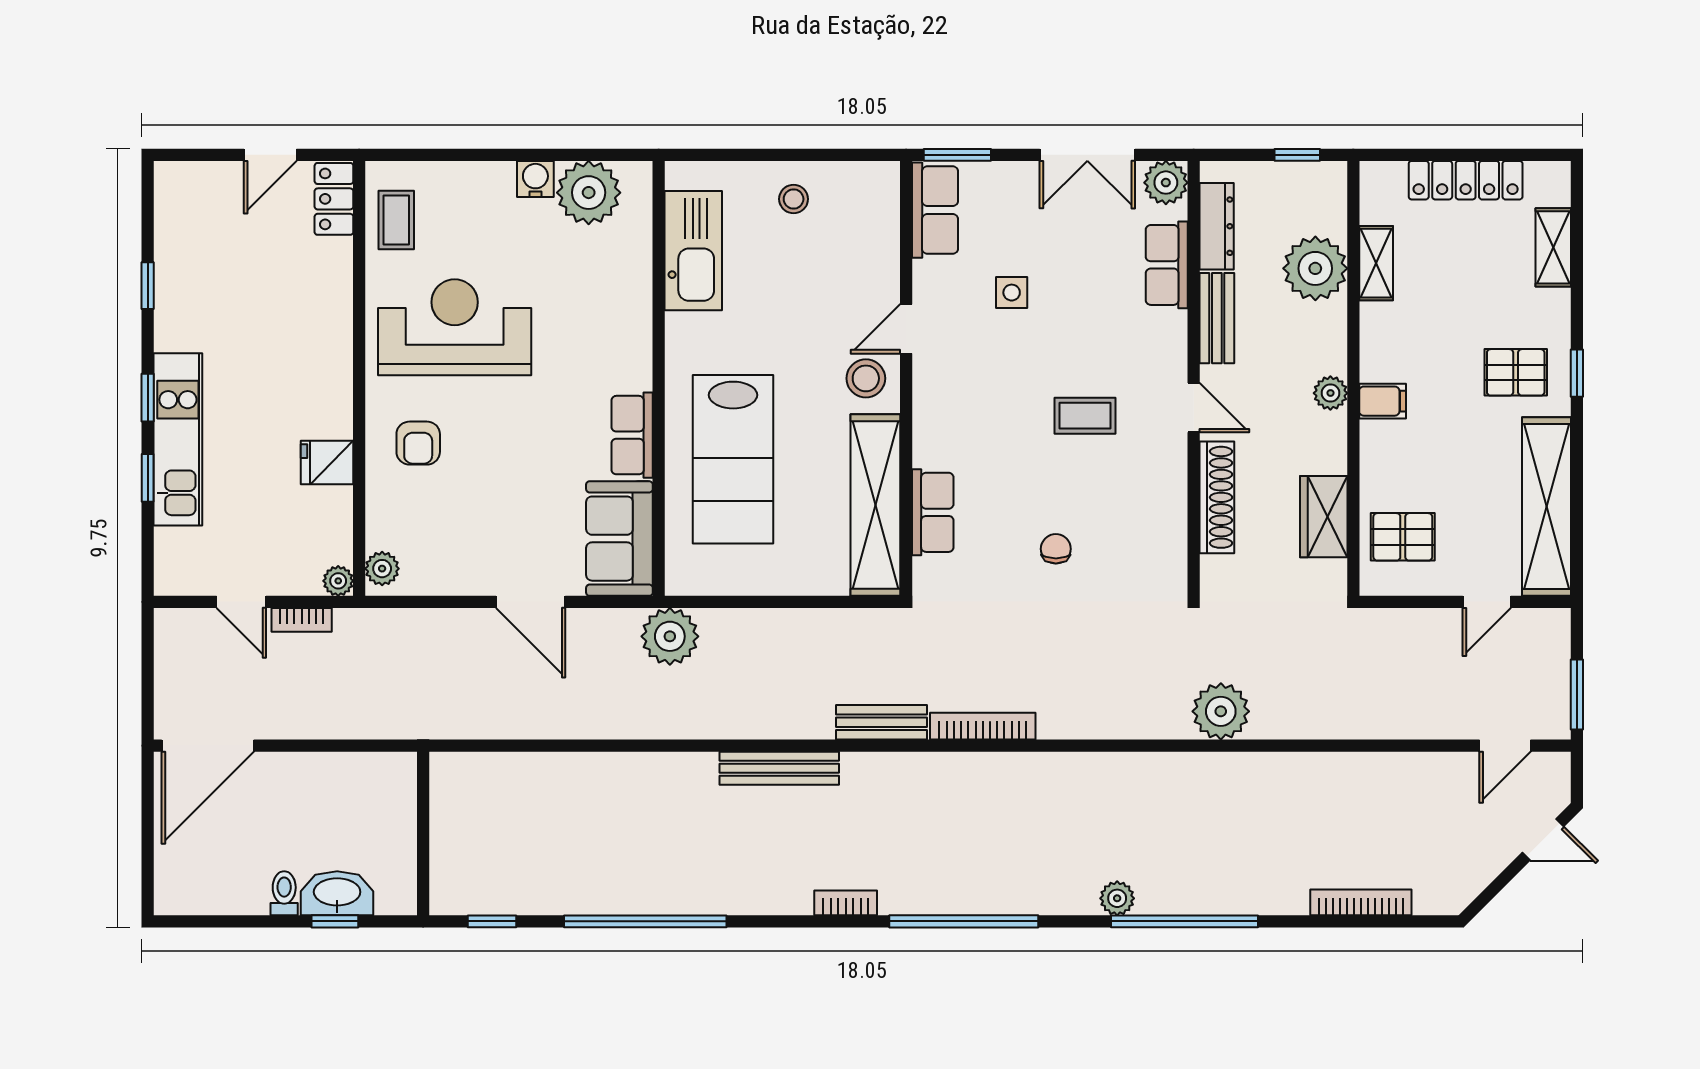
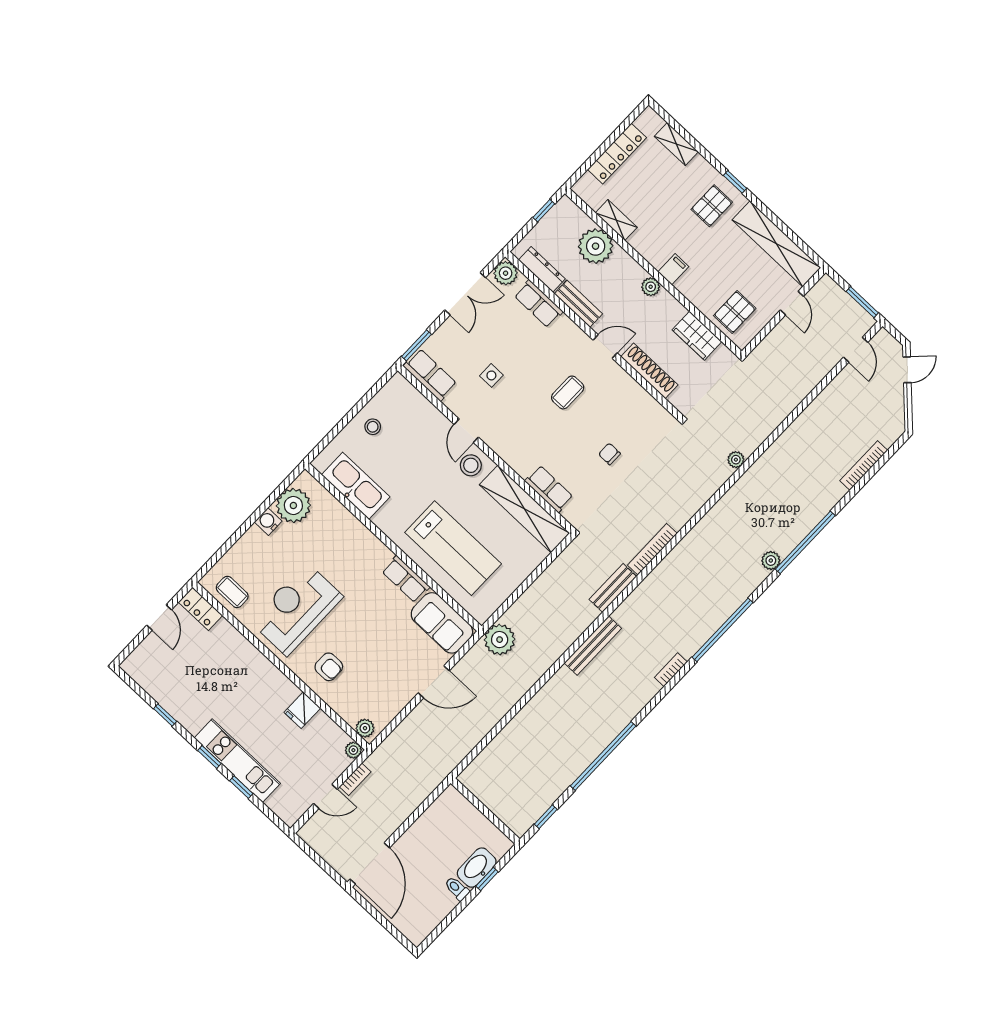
plant: (1221, 711) -> (736, 460), width x0.53, depth x0.53

